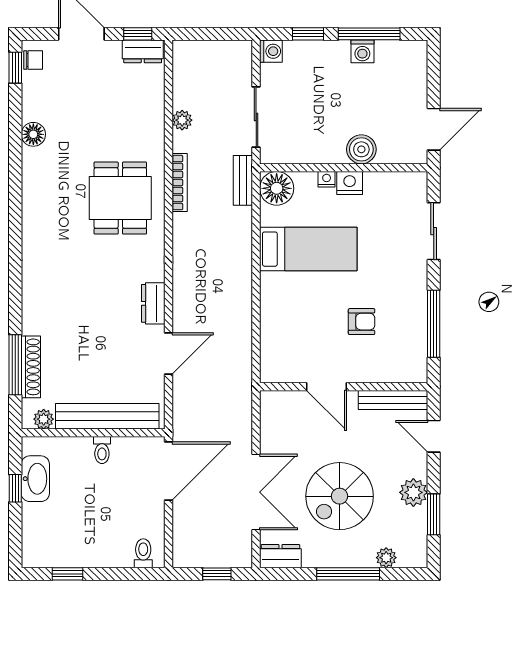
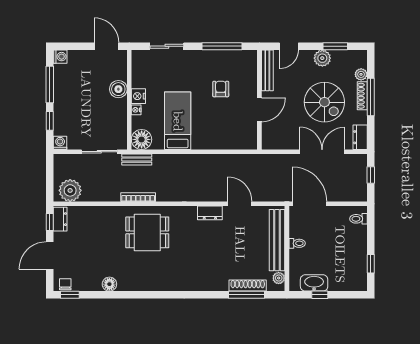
washing machine: (362, 51) -> (60, 57), moved
plant: (182, 120) -> (70, 190), moved, width x1.88, depth x1.88
shoe rack: (350, 560) -> (362, 96), added

